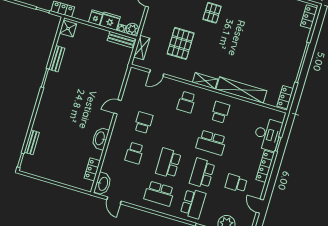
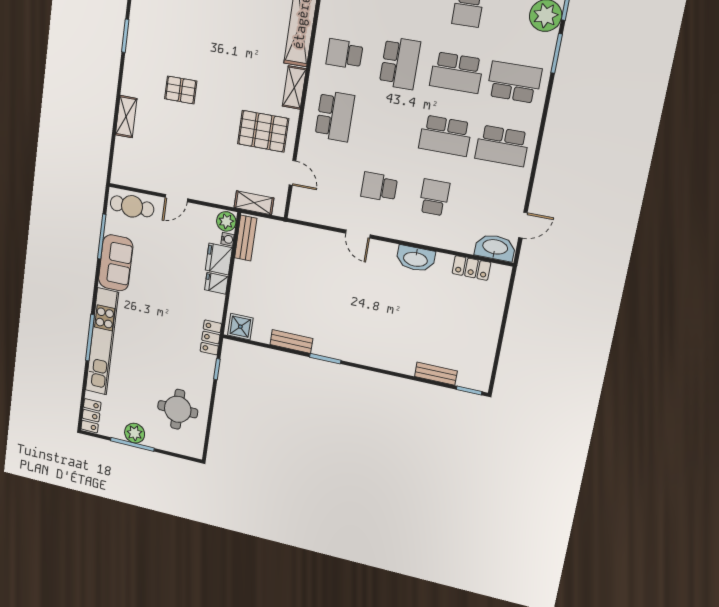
pallet: (181, 43) -> (263, 131), moved
school desk: (186, 102) -> (335, 116), width x1.85
school desk: (134, 153) -> (434, 197), turned -90
school desk: (159, 194) -> (502, 146), turned 90

